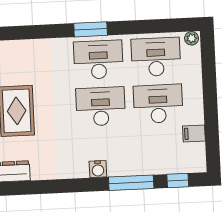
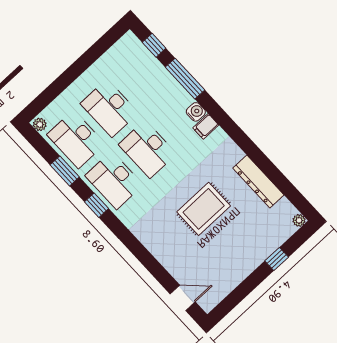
window: (139, 27) -> (65, 171), added
window: (91, 29) -> (96, 205), width x0.67
filing cabinet: (194, 134) -> (206, 126), moved, turned 90

